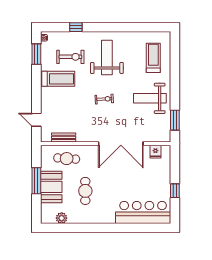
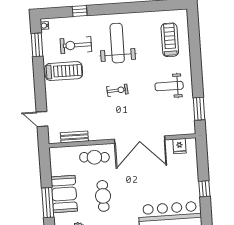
exercise bike: (70, 57) -> (76, 45), turned 180
weight bench: (150, 98) -> (169, 86), width x0.73, depth x0.75
cafe table: (67, 159) -> (94, 157), moved
window: (36, 181) -> (48, 203), moved

